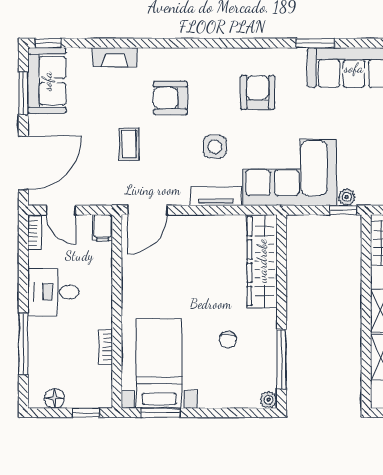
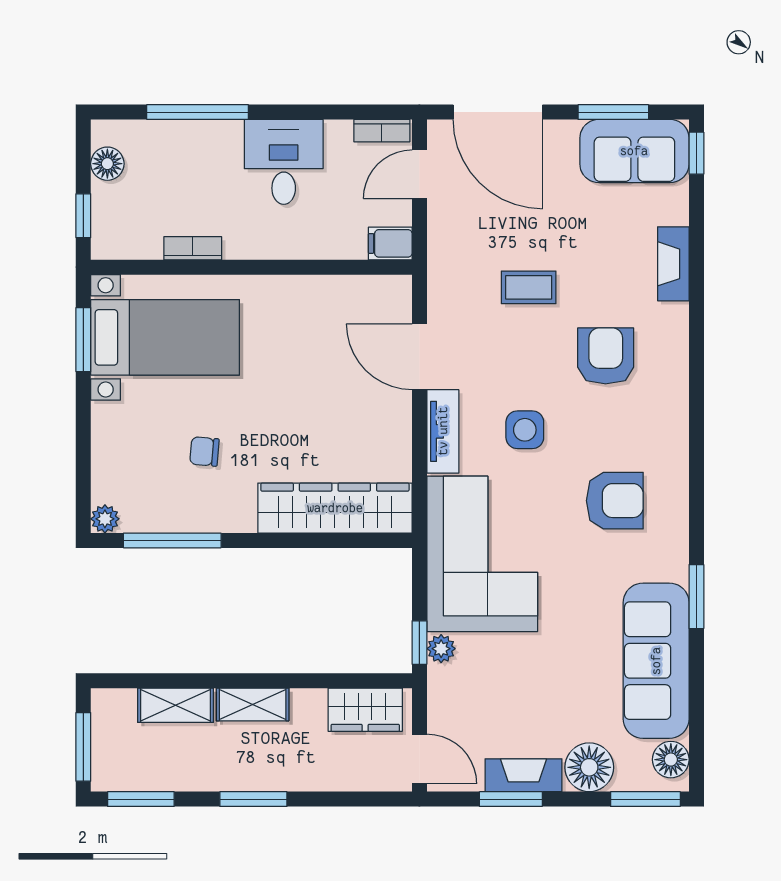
door: (147, 210) -> (419, 357), moved

